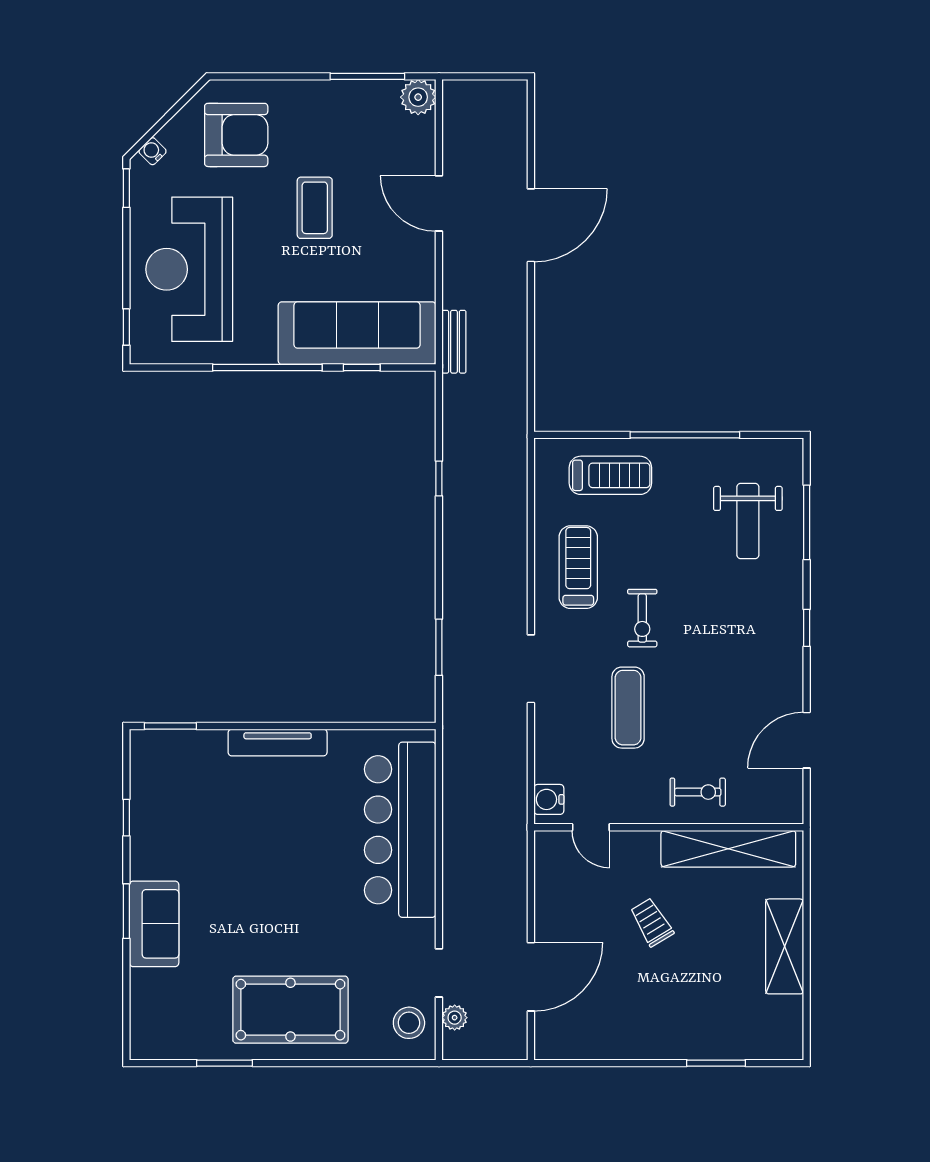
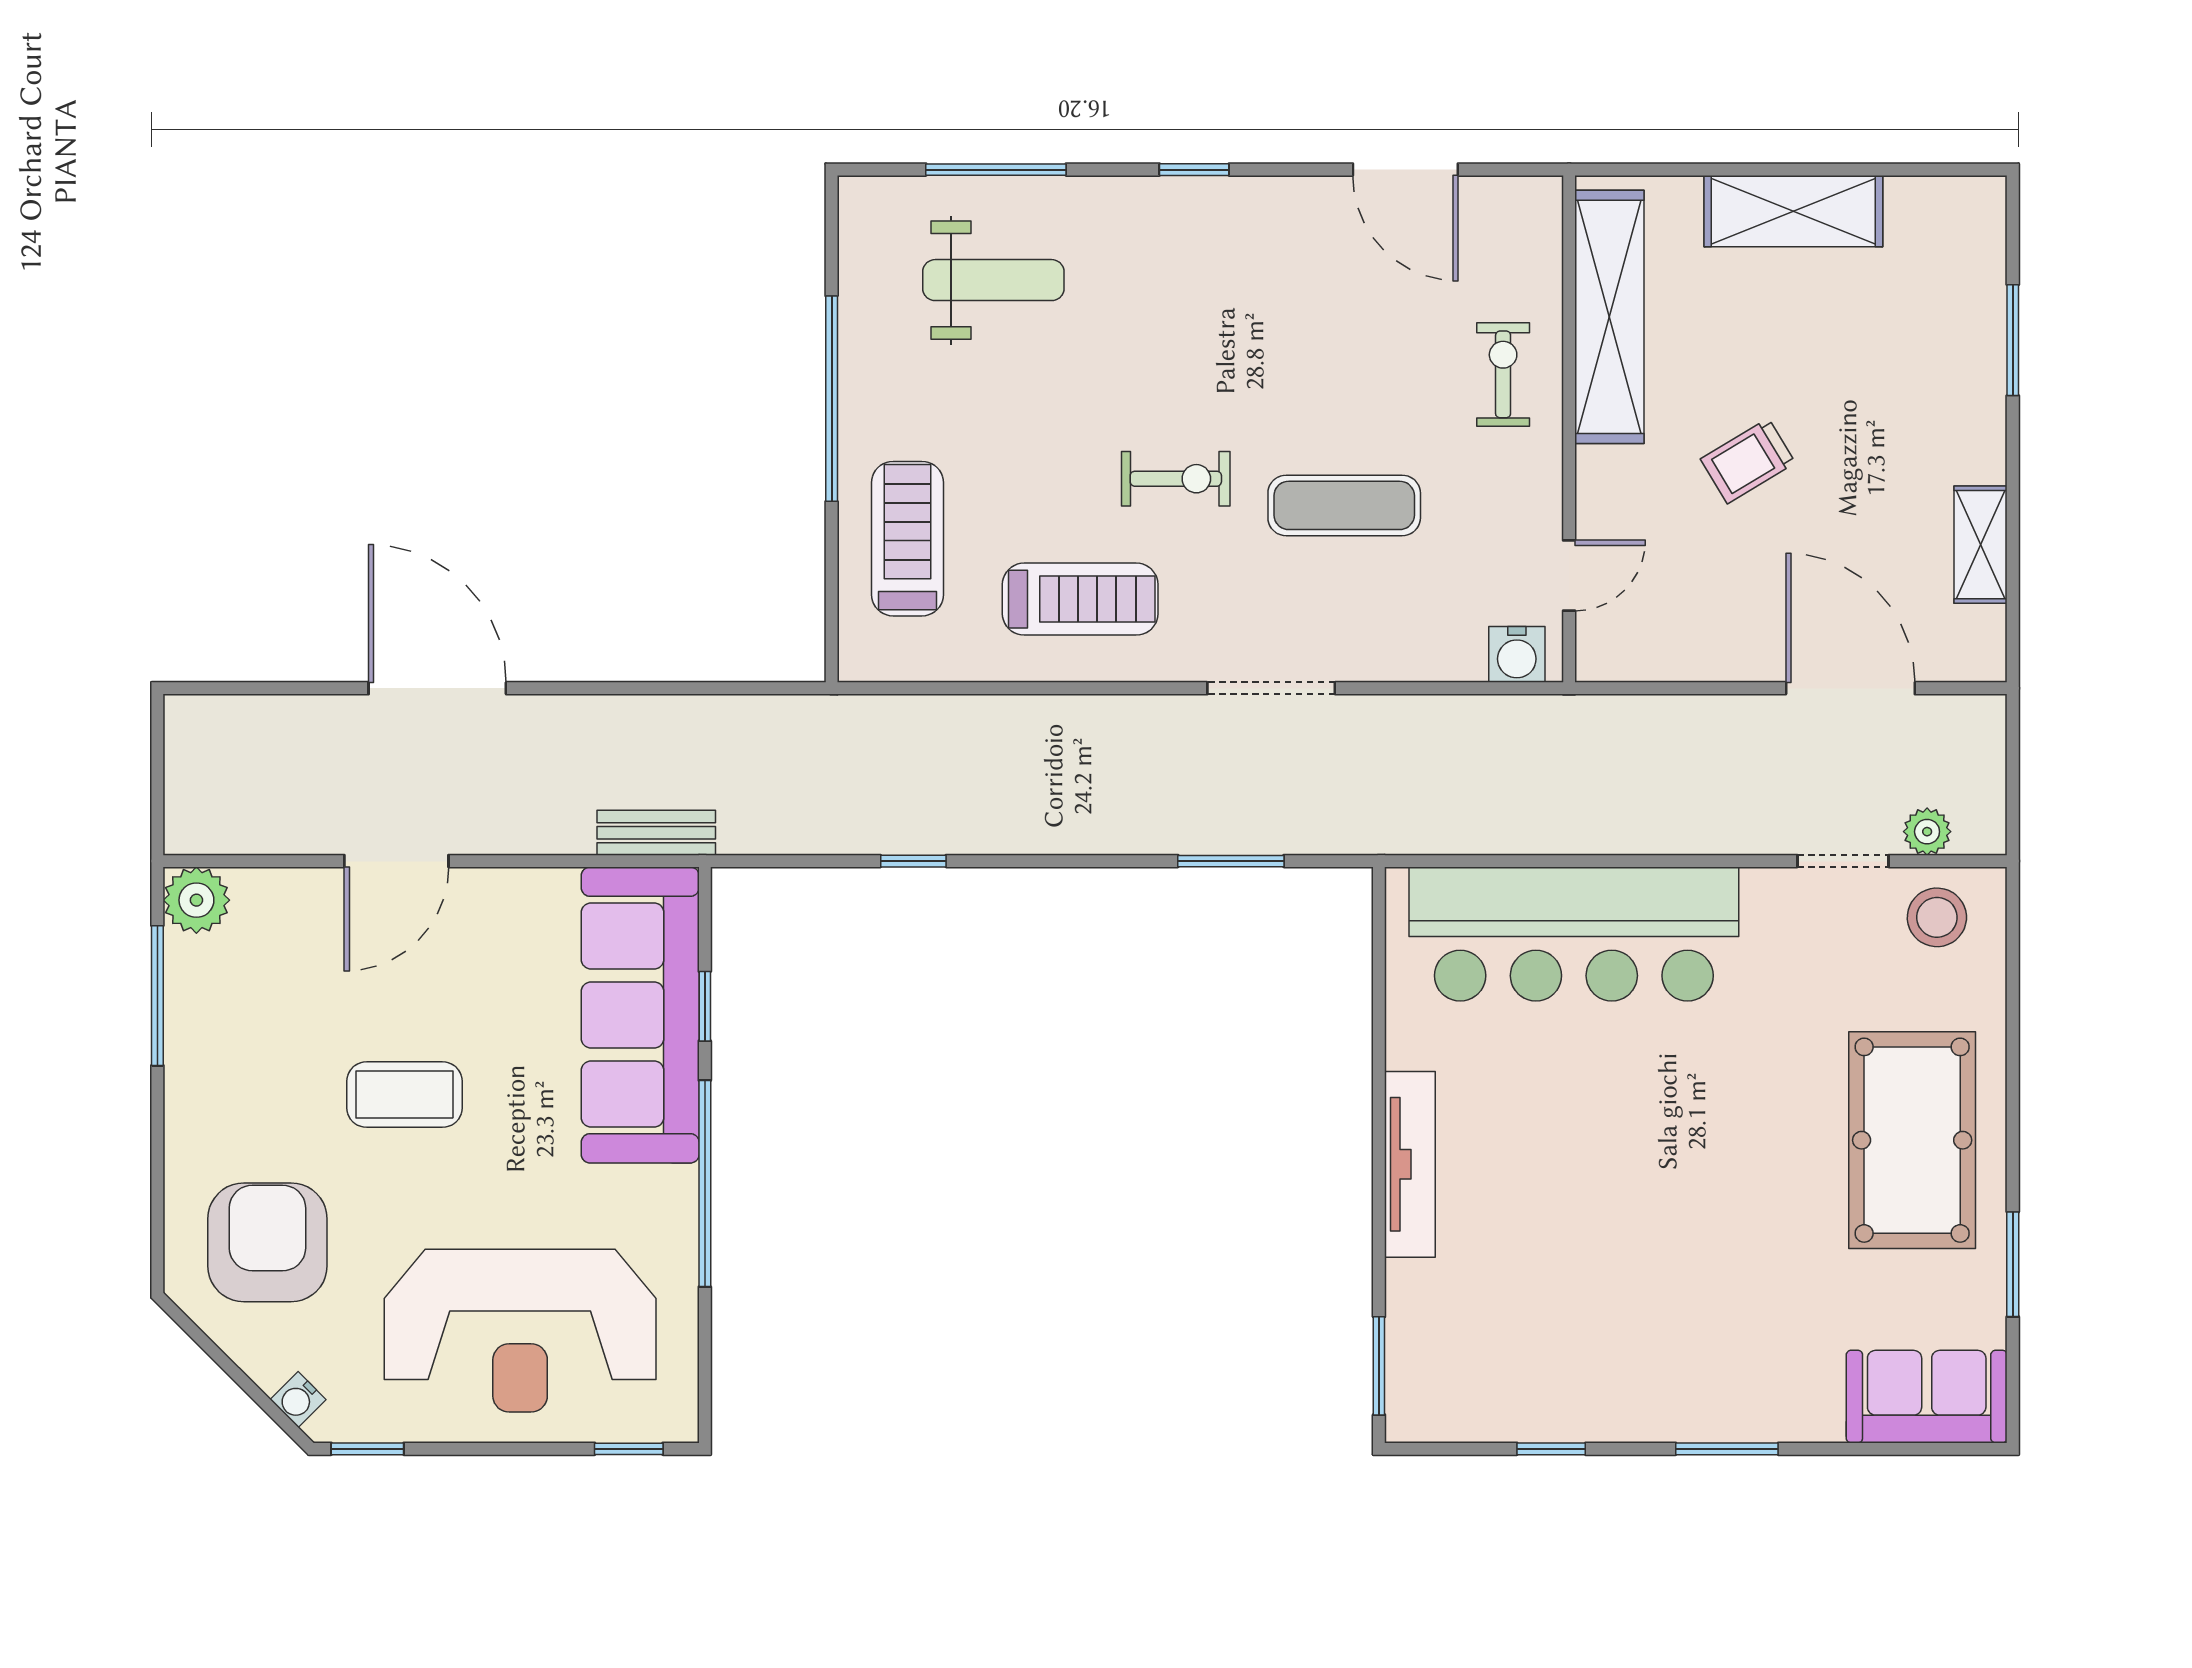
treadmill: (578, 567) -> (1080, 599), turned 180
sofa: (154, 924) -> (1927, 1397), moved
shelving: (607, 1046) -> (1981, 545), added

